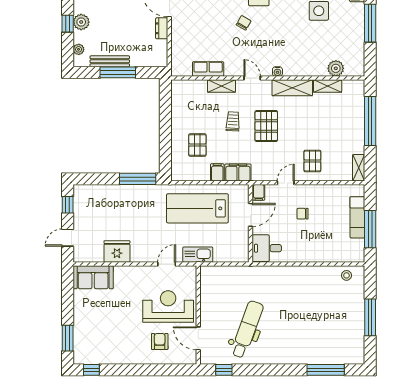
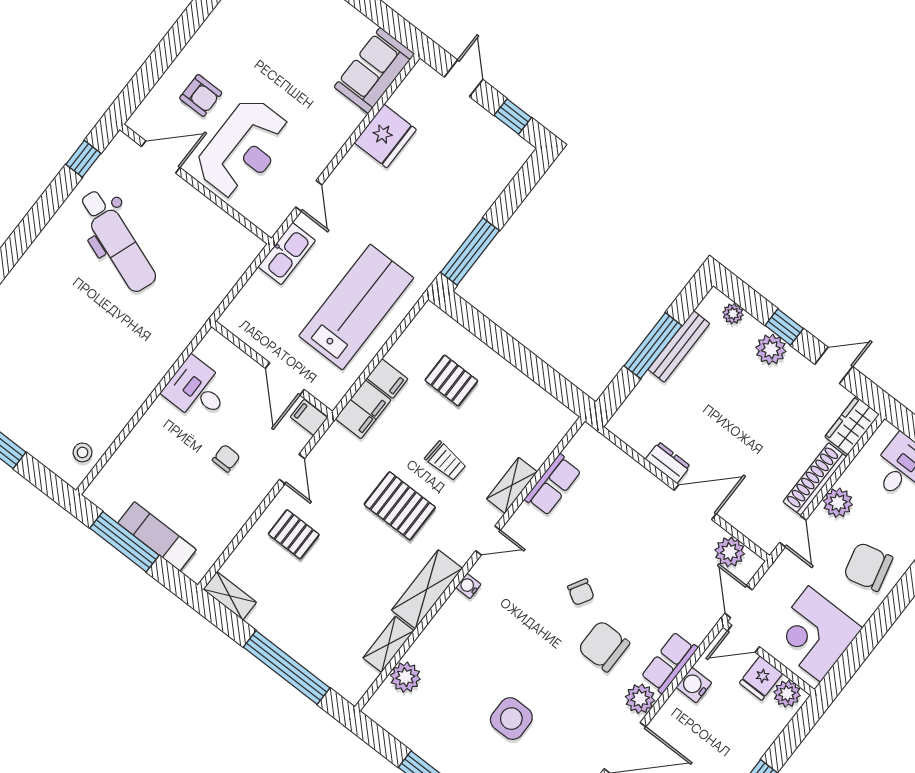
desk: (267, 248) -> (197, 390), moved, turned -90

